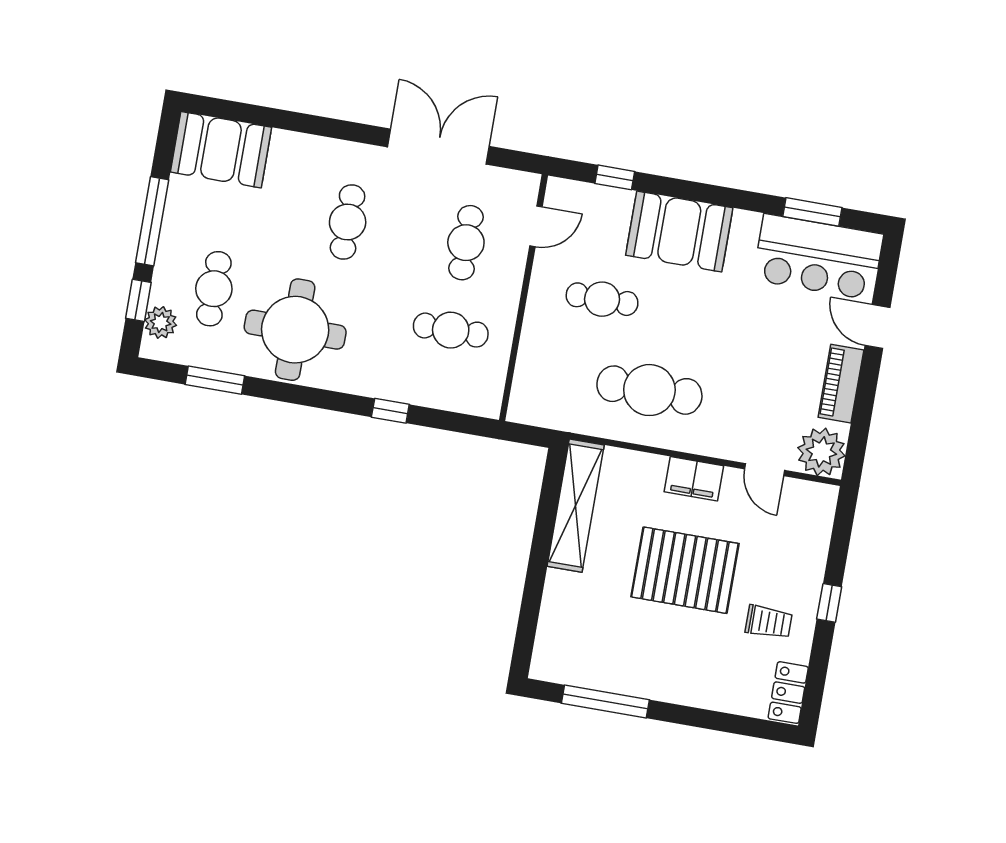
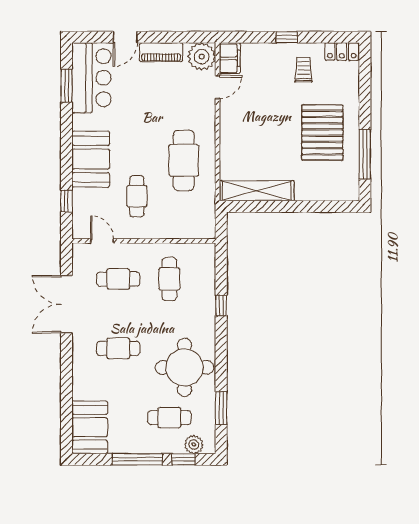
filing cabinet: (694, 479) -> (230, 58), moved
pallet: (685, 570) -> (322, 133), moved

